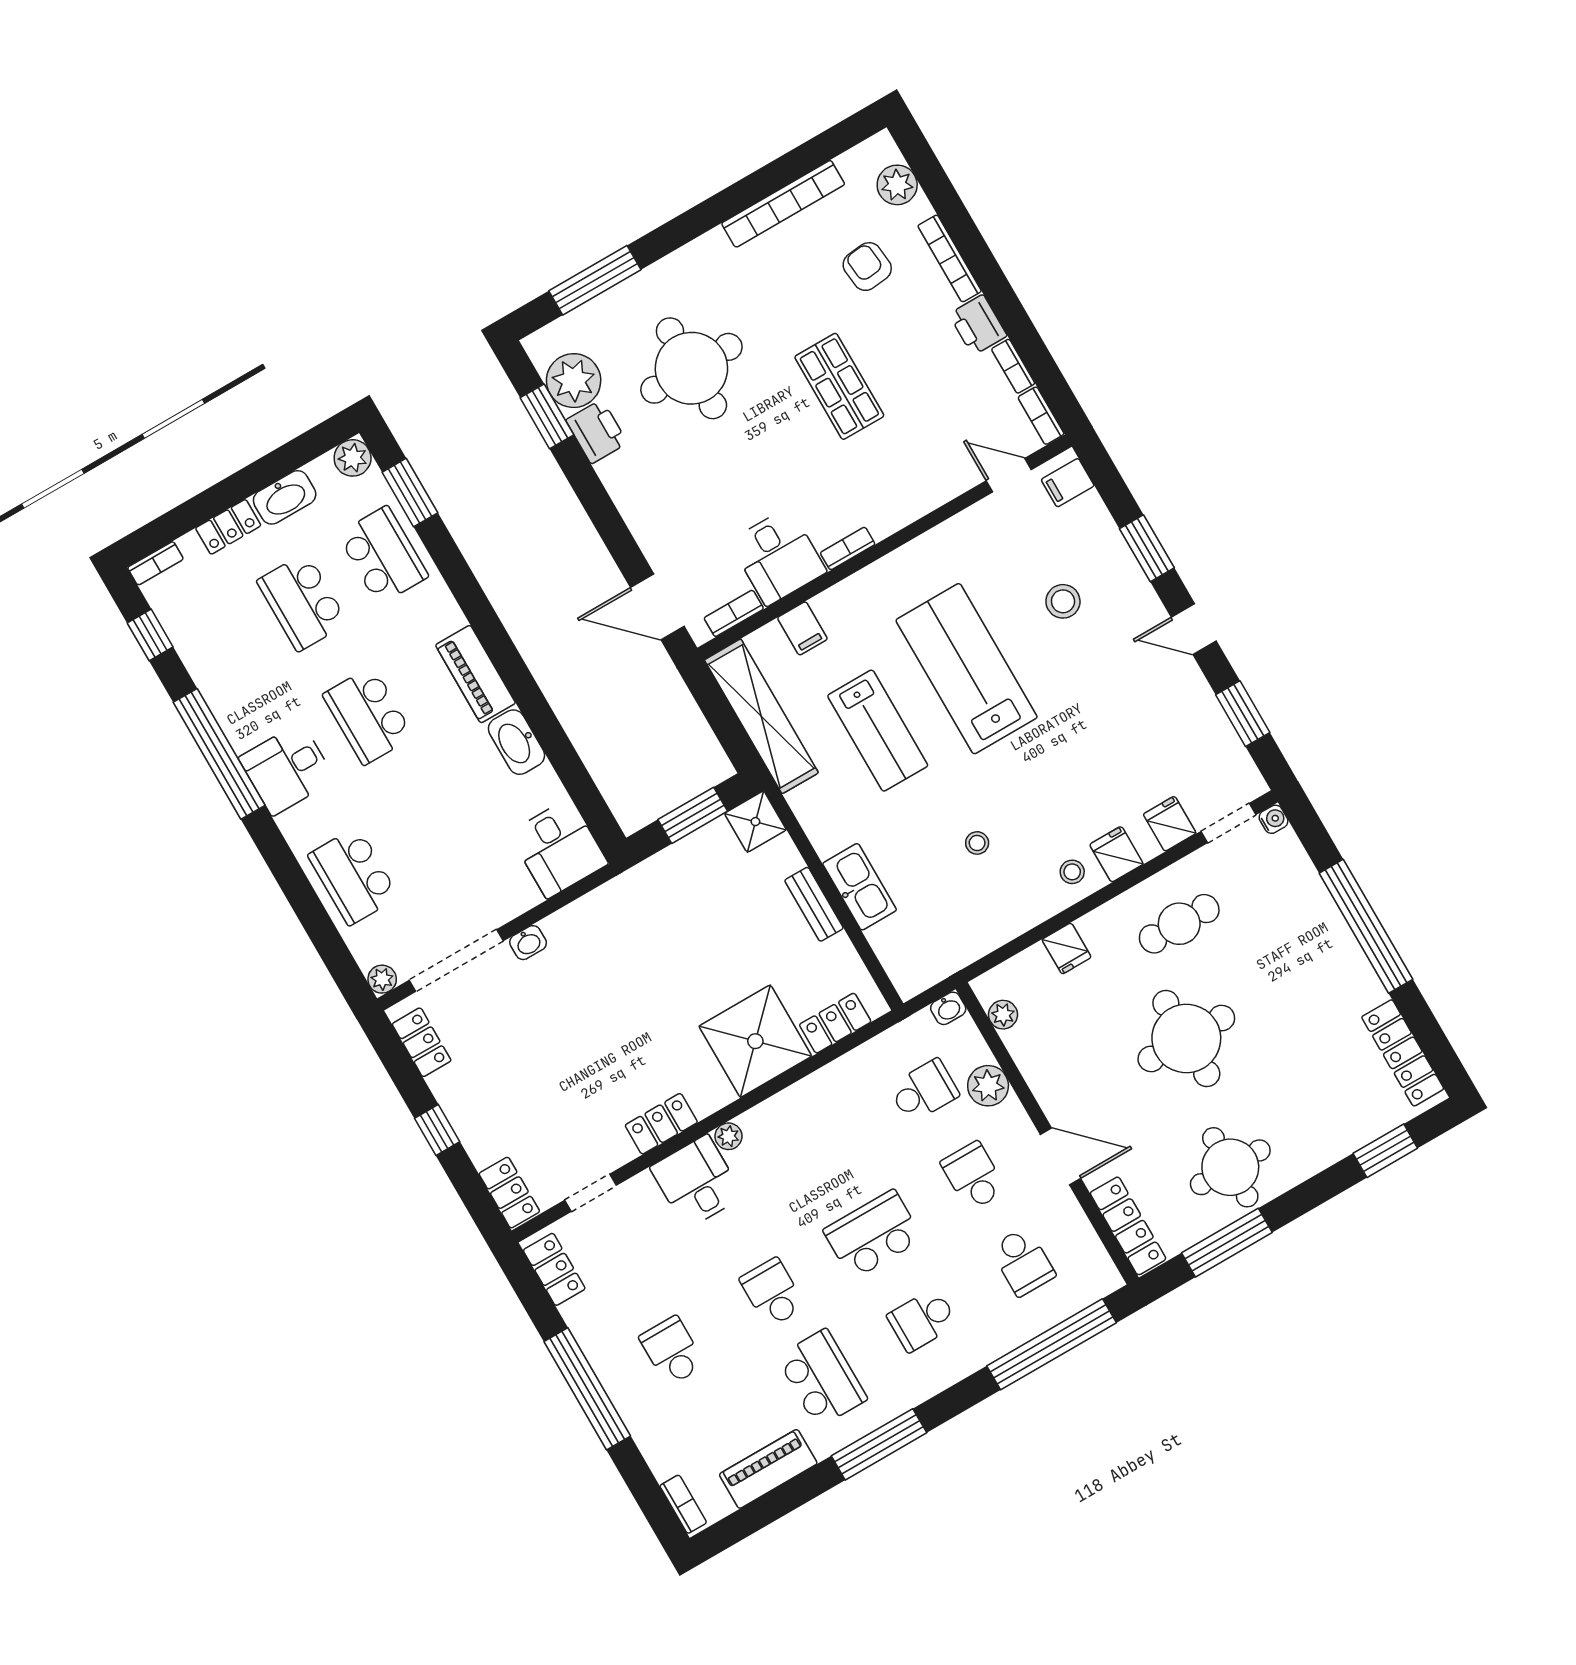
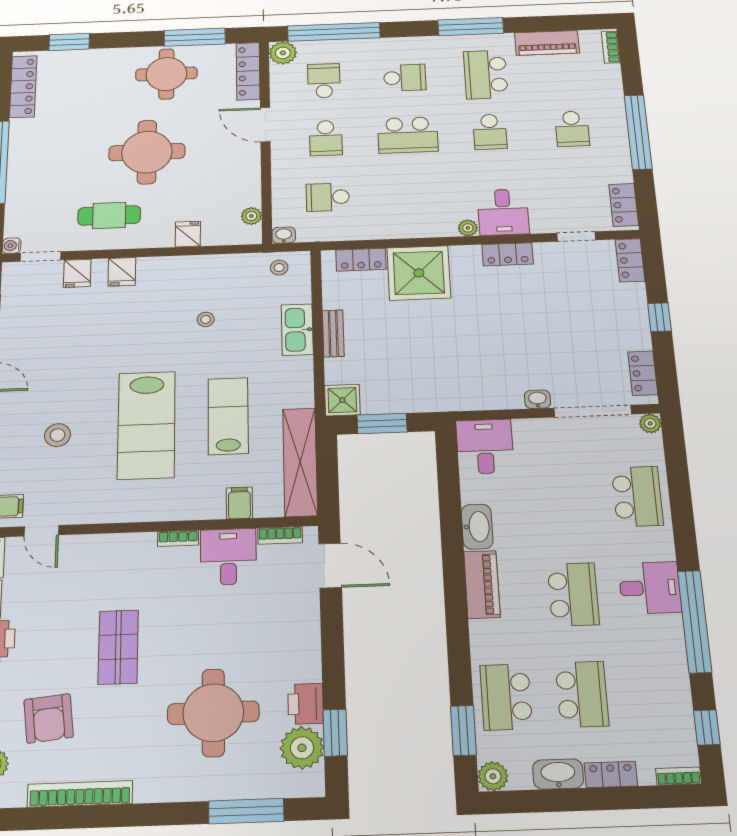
armchair: (867, 267) -> (49, 718), width x1.38, depth x1.38
stool: (1072, 872) -> (279, 268), moved
plant: (988, 1086) -> (283, 53), moved

